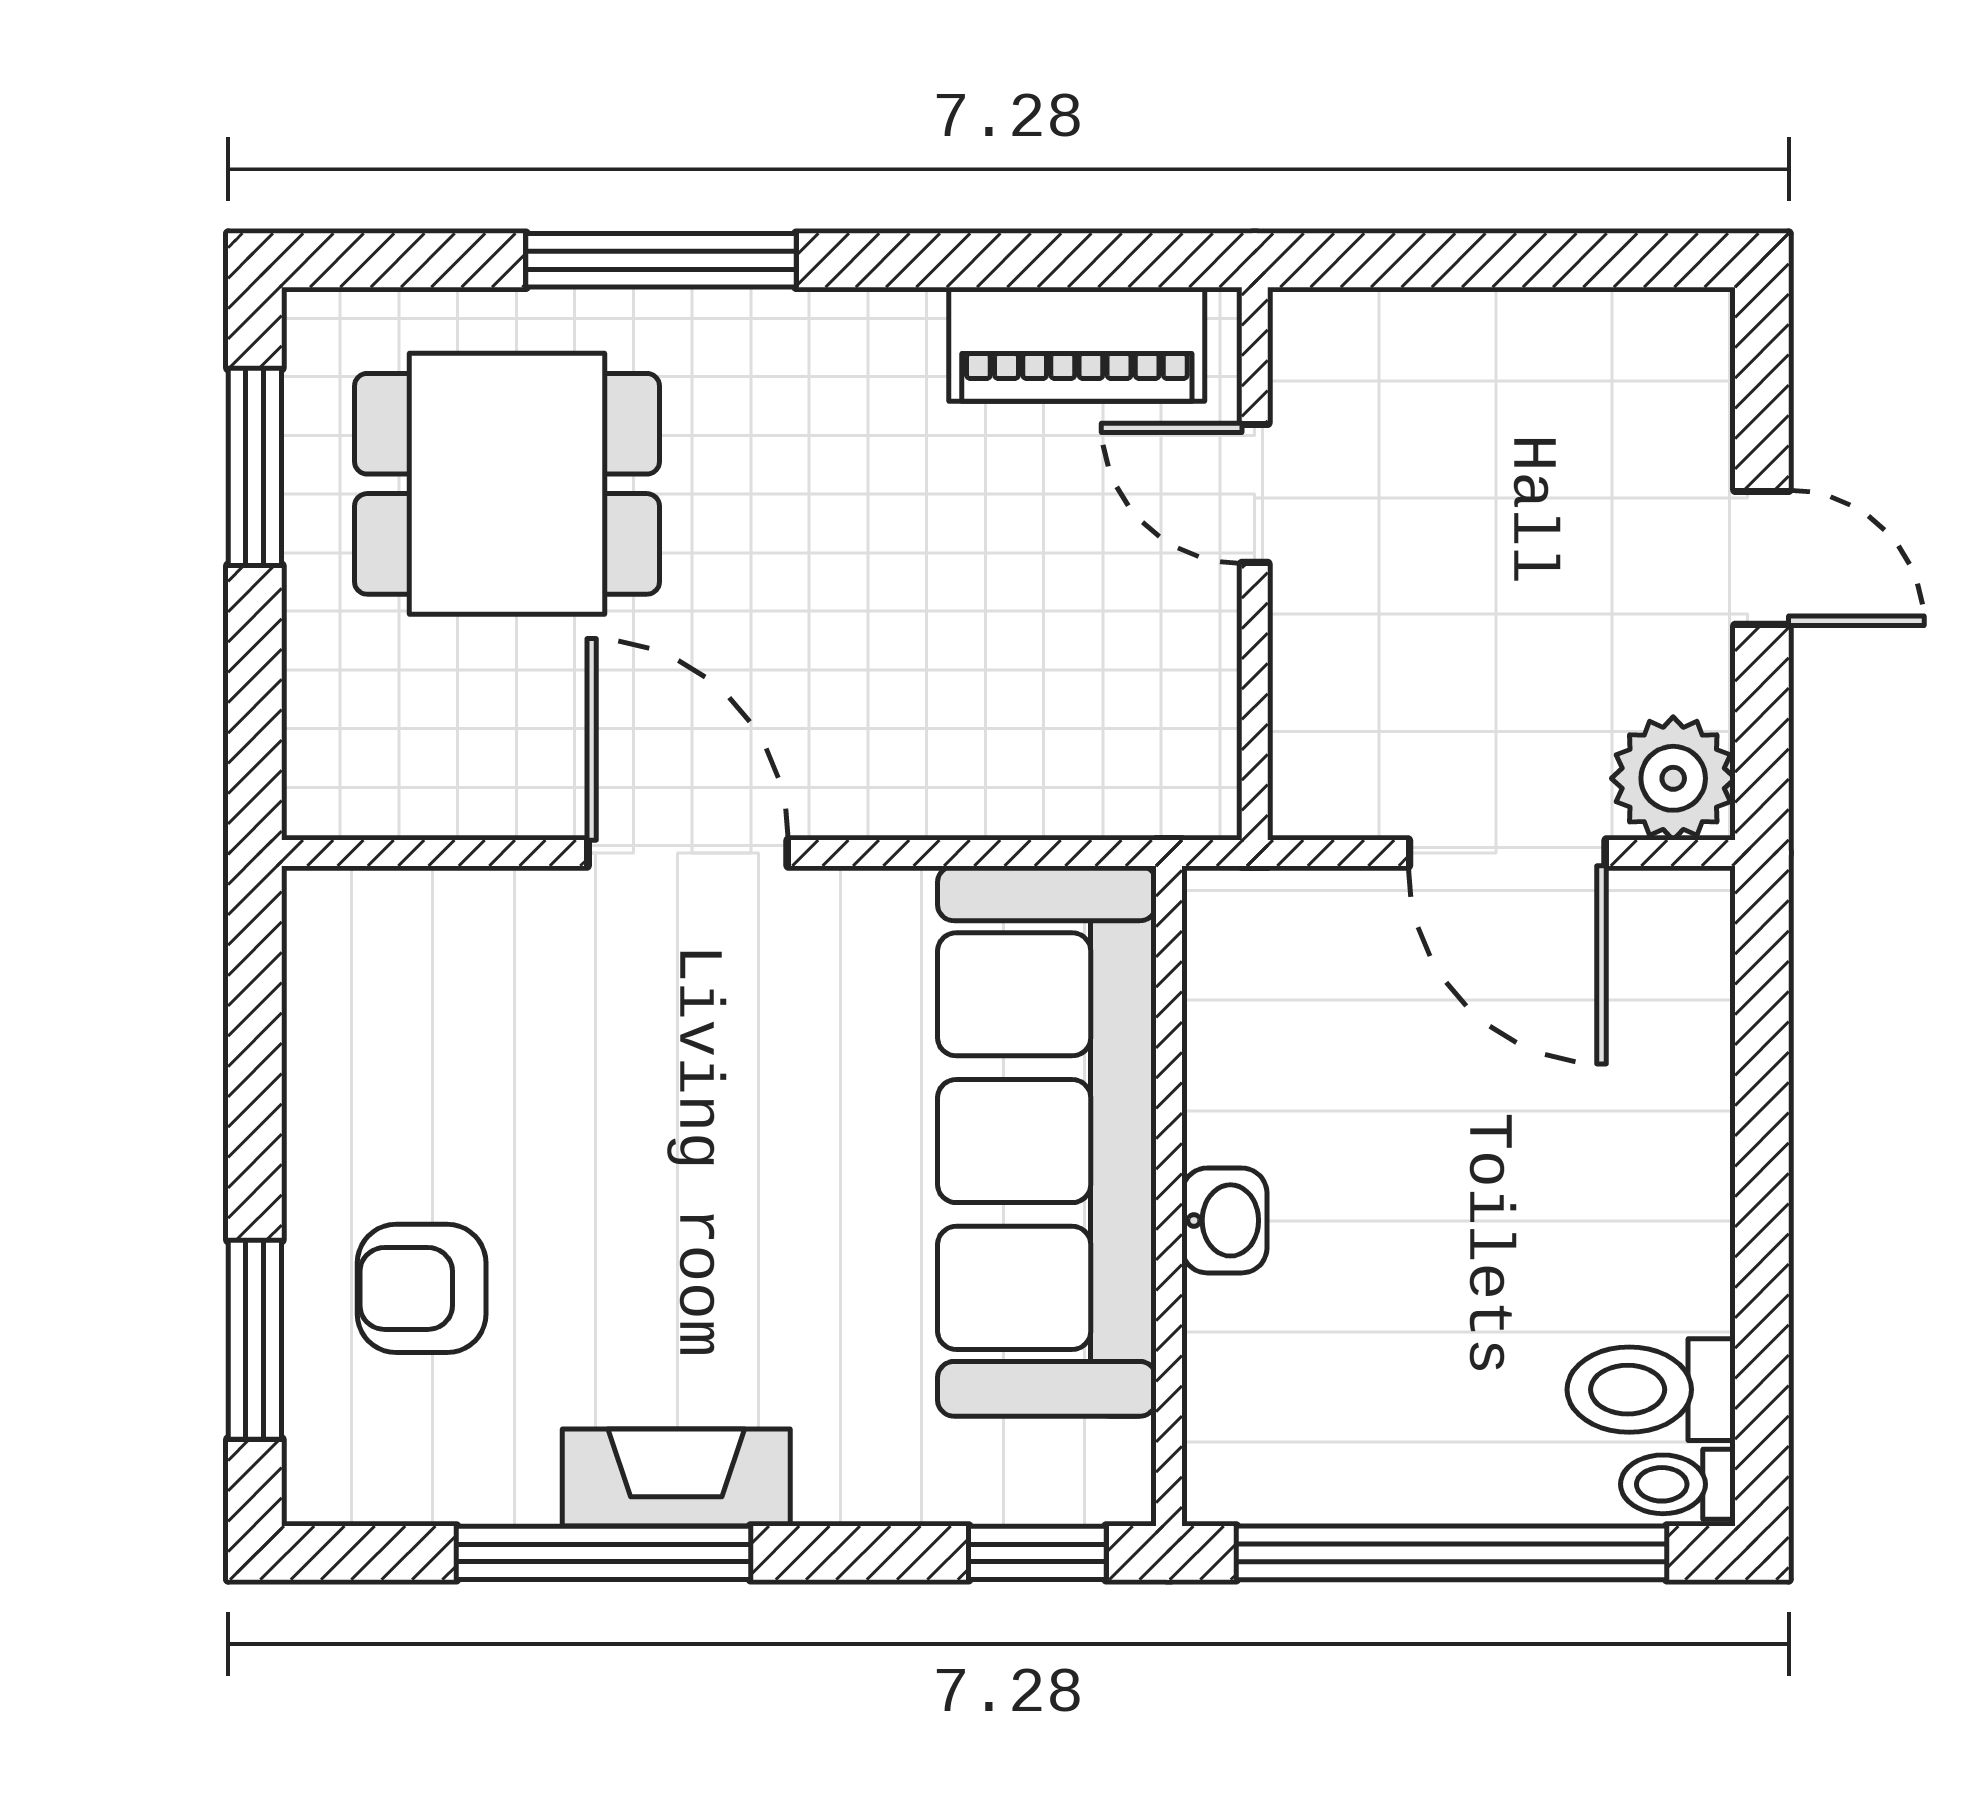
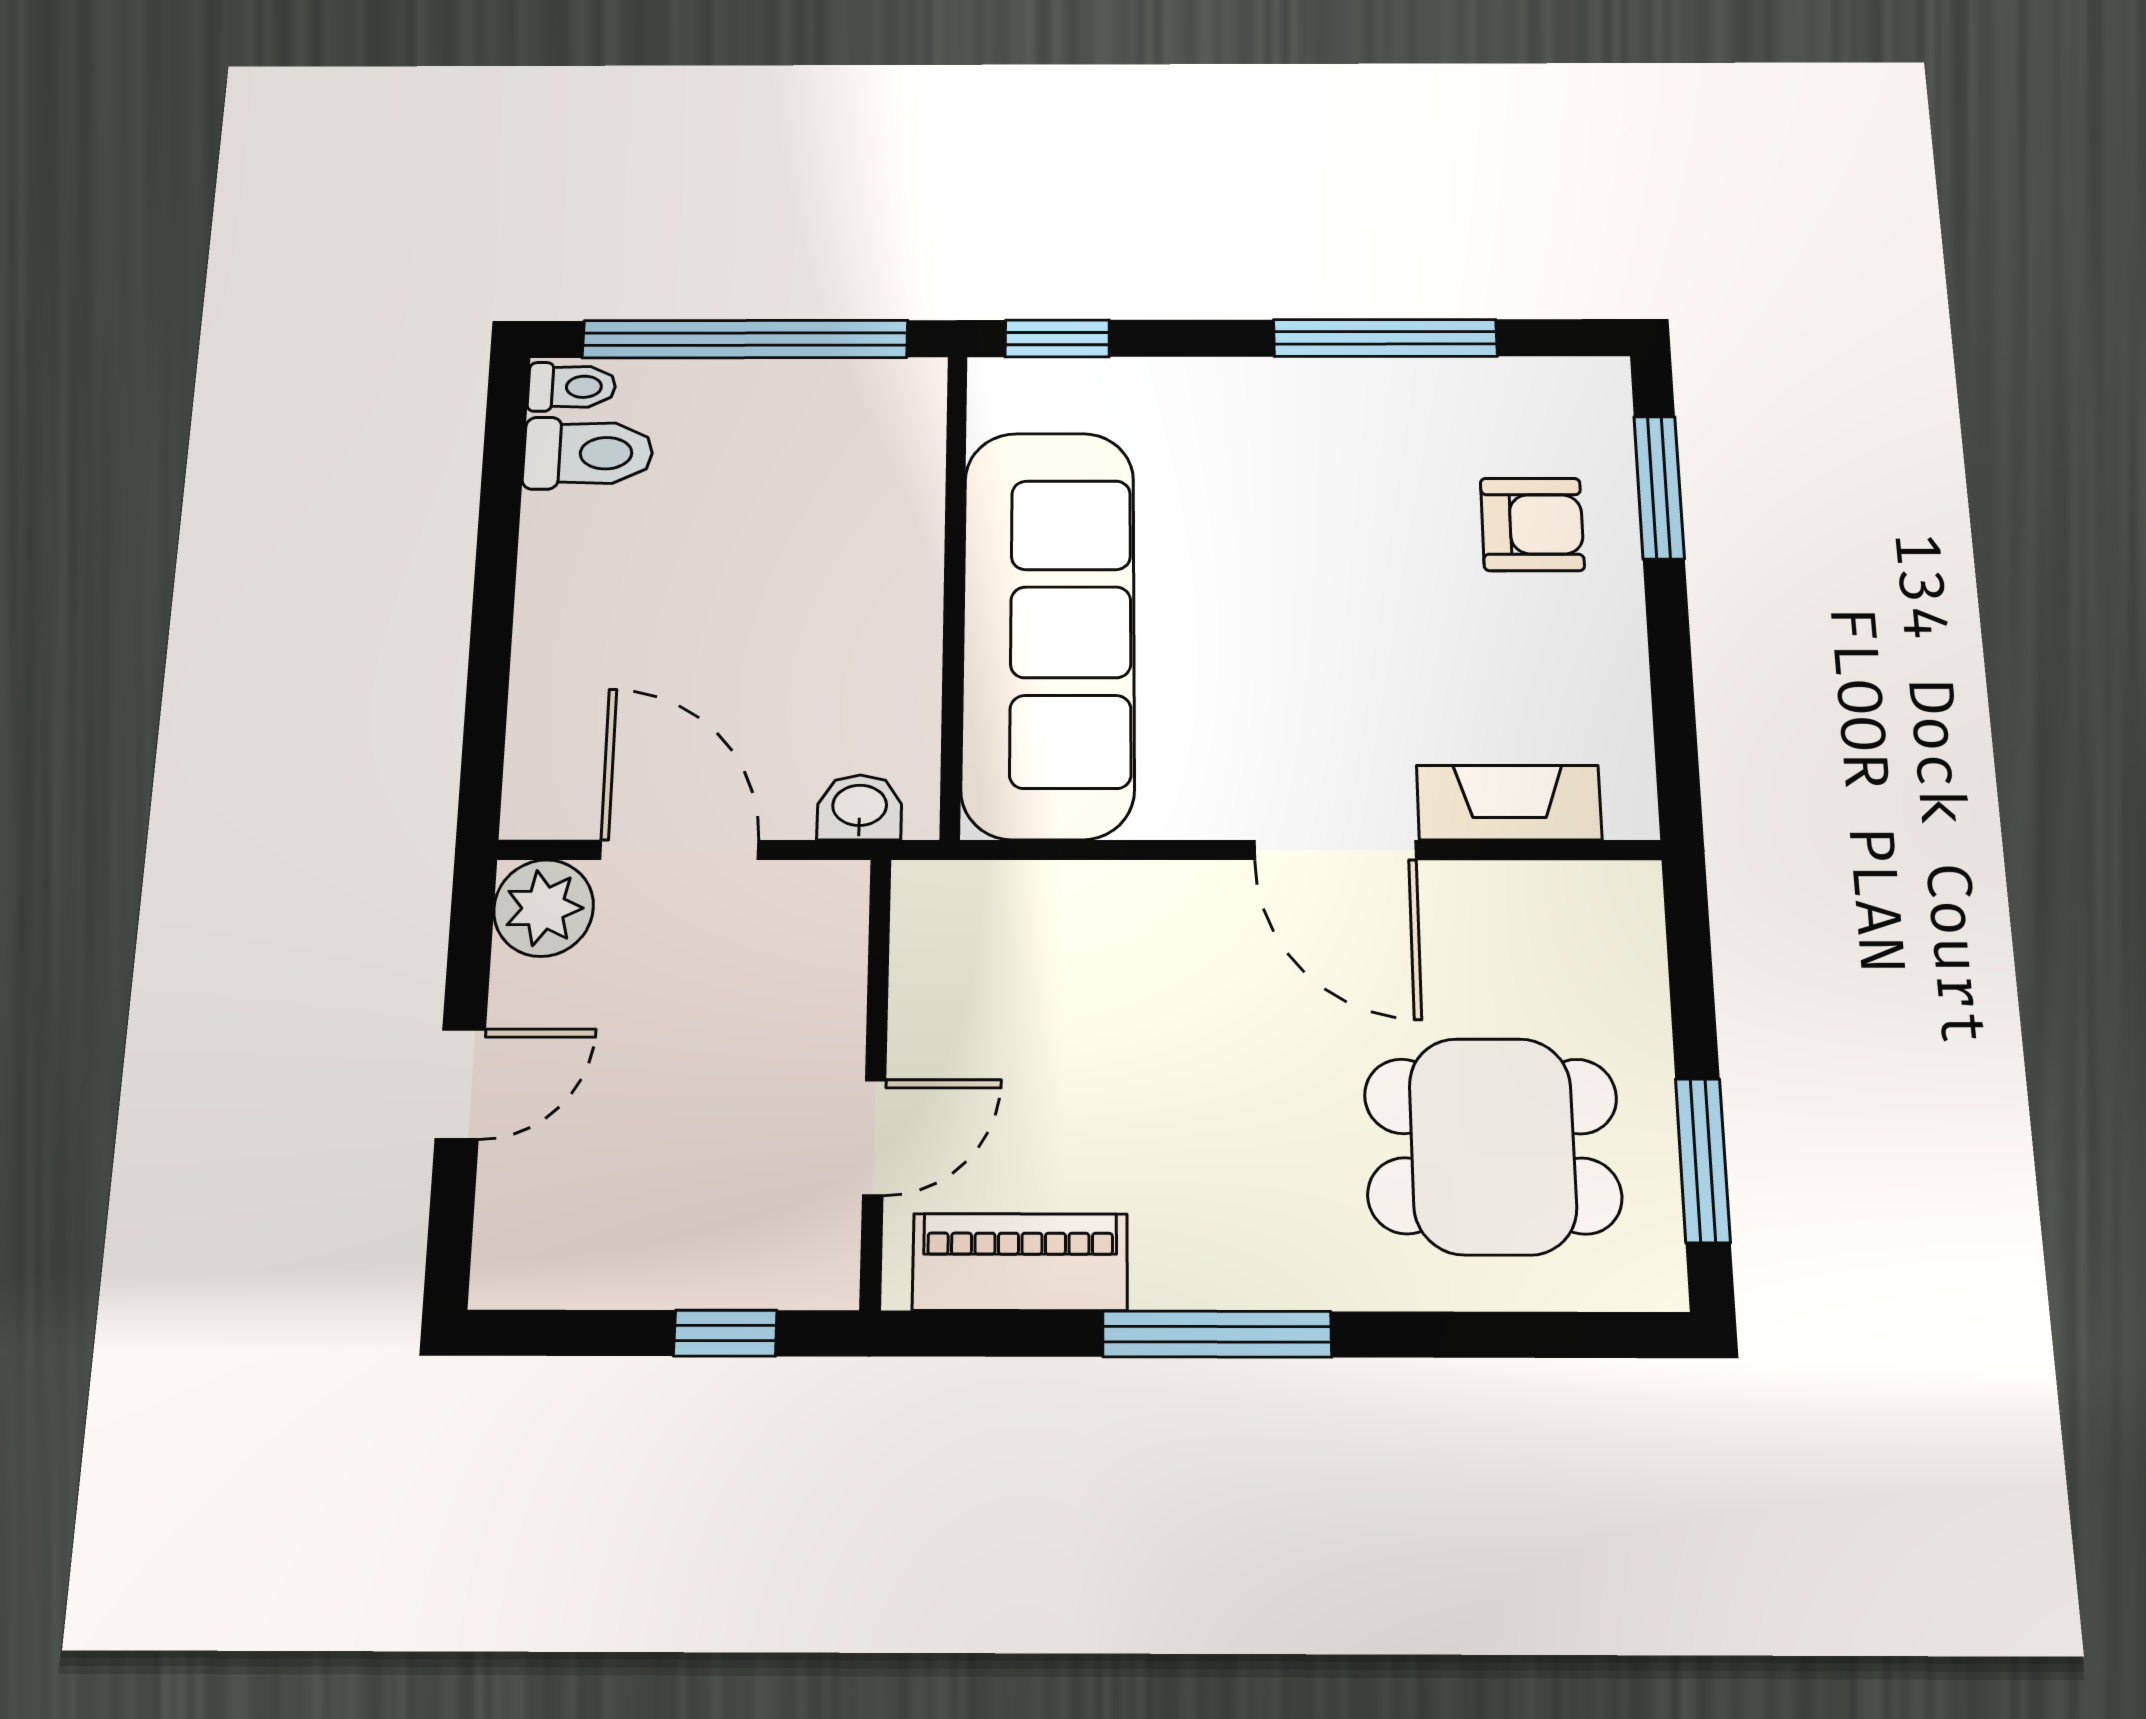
window: (661, 260) -> (1217, 1334), moved
window: (1426, 260) -> (725, 1333), added
door: (1255, 493) -> (874, 1137), hinge flipped
door: (1762, 558) -> (460, 1084), swing flipped
washbasin: (1224, 1220) -> (860, 807), moved, turned 90
fireplace: (676, 1477) -> (1509, 803), moved, turned 180

